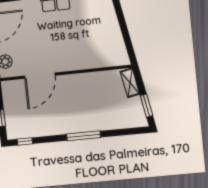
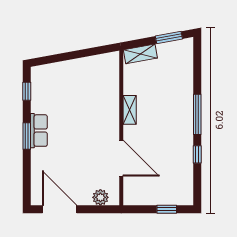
shelving: (81, 79) -> (130, 110), added
window: (25, 141) -> (197, 154), moved

